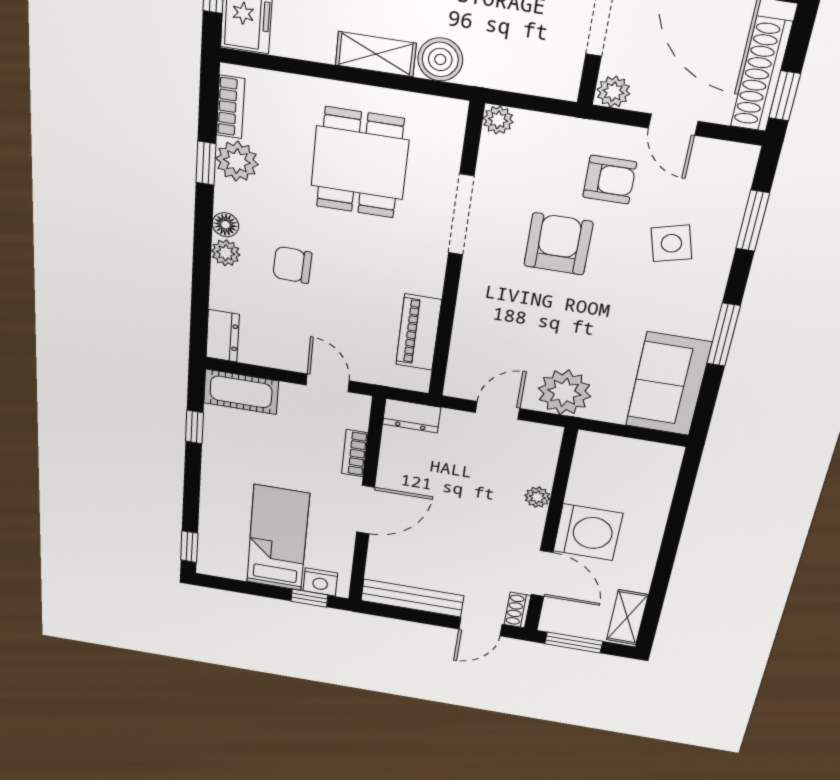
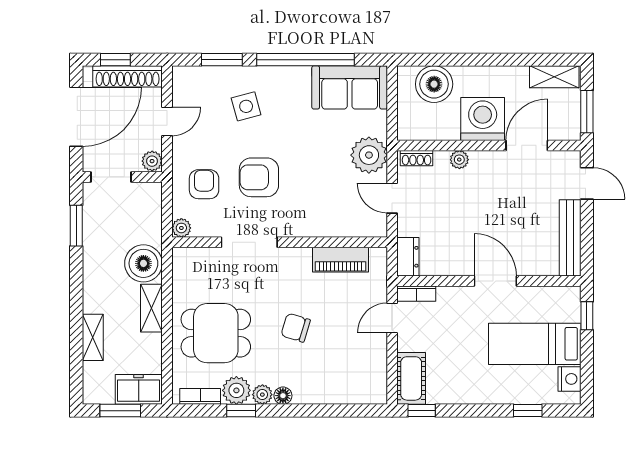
boiler: (440, 59) -> (143, 263), width x1.37, depth x1.37
window: (785, 96) -> (115, 60), moved
dining table: (360, 163) -> (216, 333), moved
armchair: (610, 180) -> (204, 184), moved
plant: (226, 253) -> (262, 395), moved
chair: (292, 265) -> (296, 328), moved, turned 105
window: (723, 335) -> (306, 60), width x2.11
dresser: (223, 336) -> (368, 394), removed
window: (194, 427) -> (422, 411), moved
bookcase: (355, 453) -> (416, 294), moved
boiler: (649, 486) -> (434, 84), added
window: (189, 547) -> (528, 411), moved
nightstand: (320, 582) -> (569, 379), moved
shoe rack: (517, 610) -> (417, 158), moved

